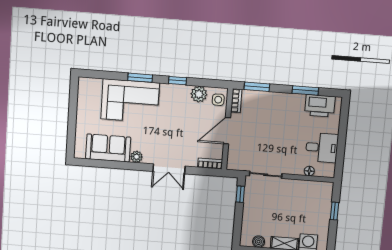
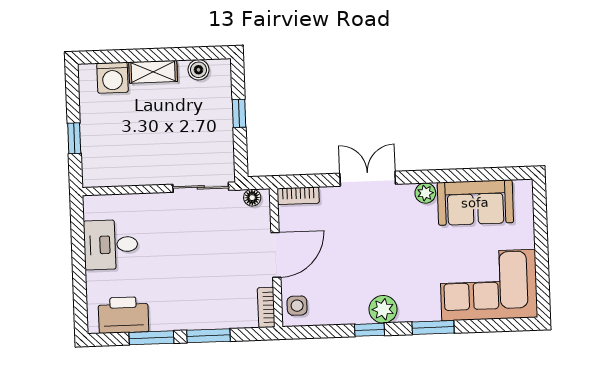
window: (257, 87) -> (208, 336), moved
plant: (199, 94) -> (383, 309), moved
corner sofa: (130, 101) -> (489, 285), moved
floor lamp: (309, 171) -> (252, 198), moved
window: (240, 194) -> (239, 113), moved

